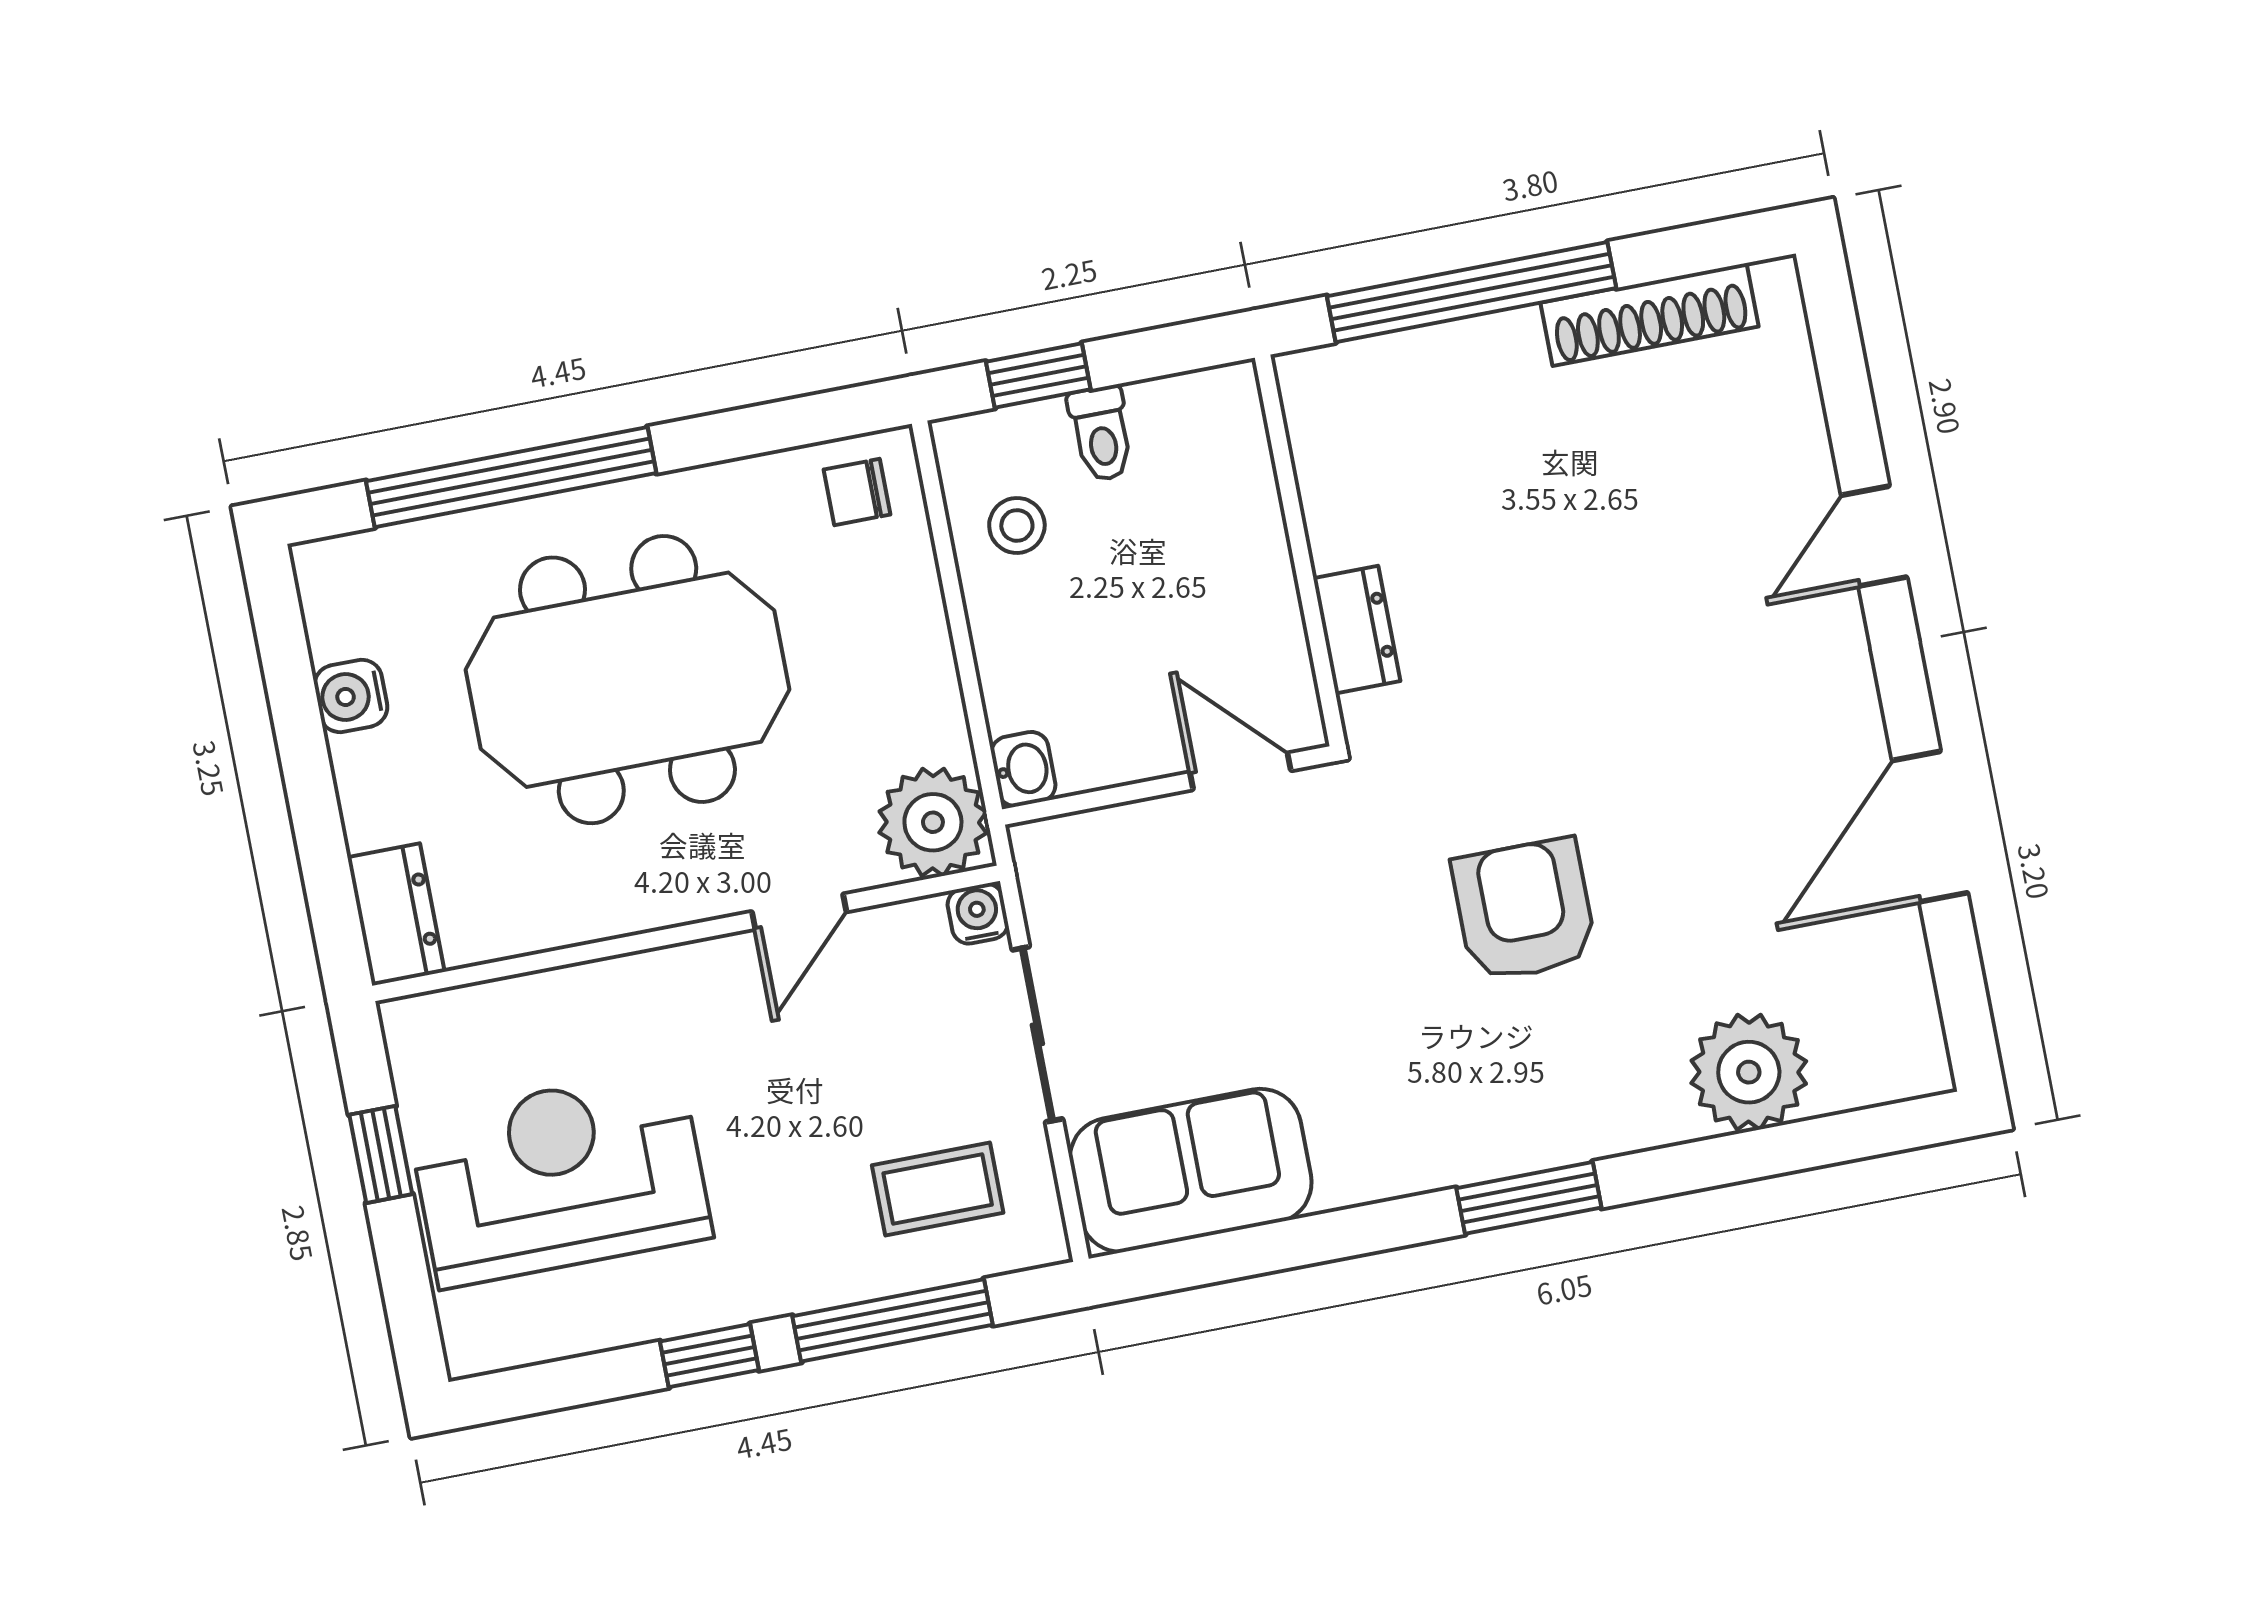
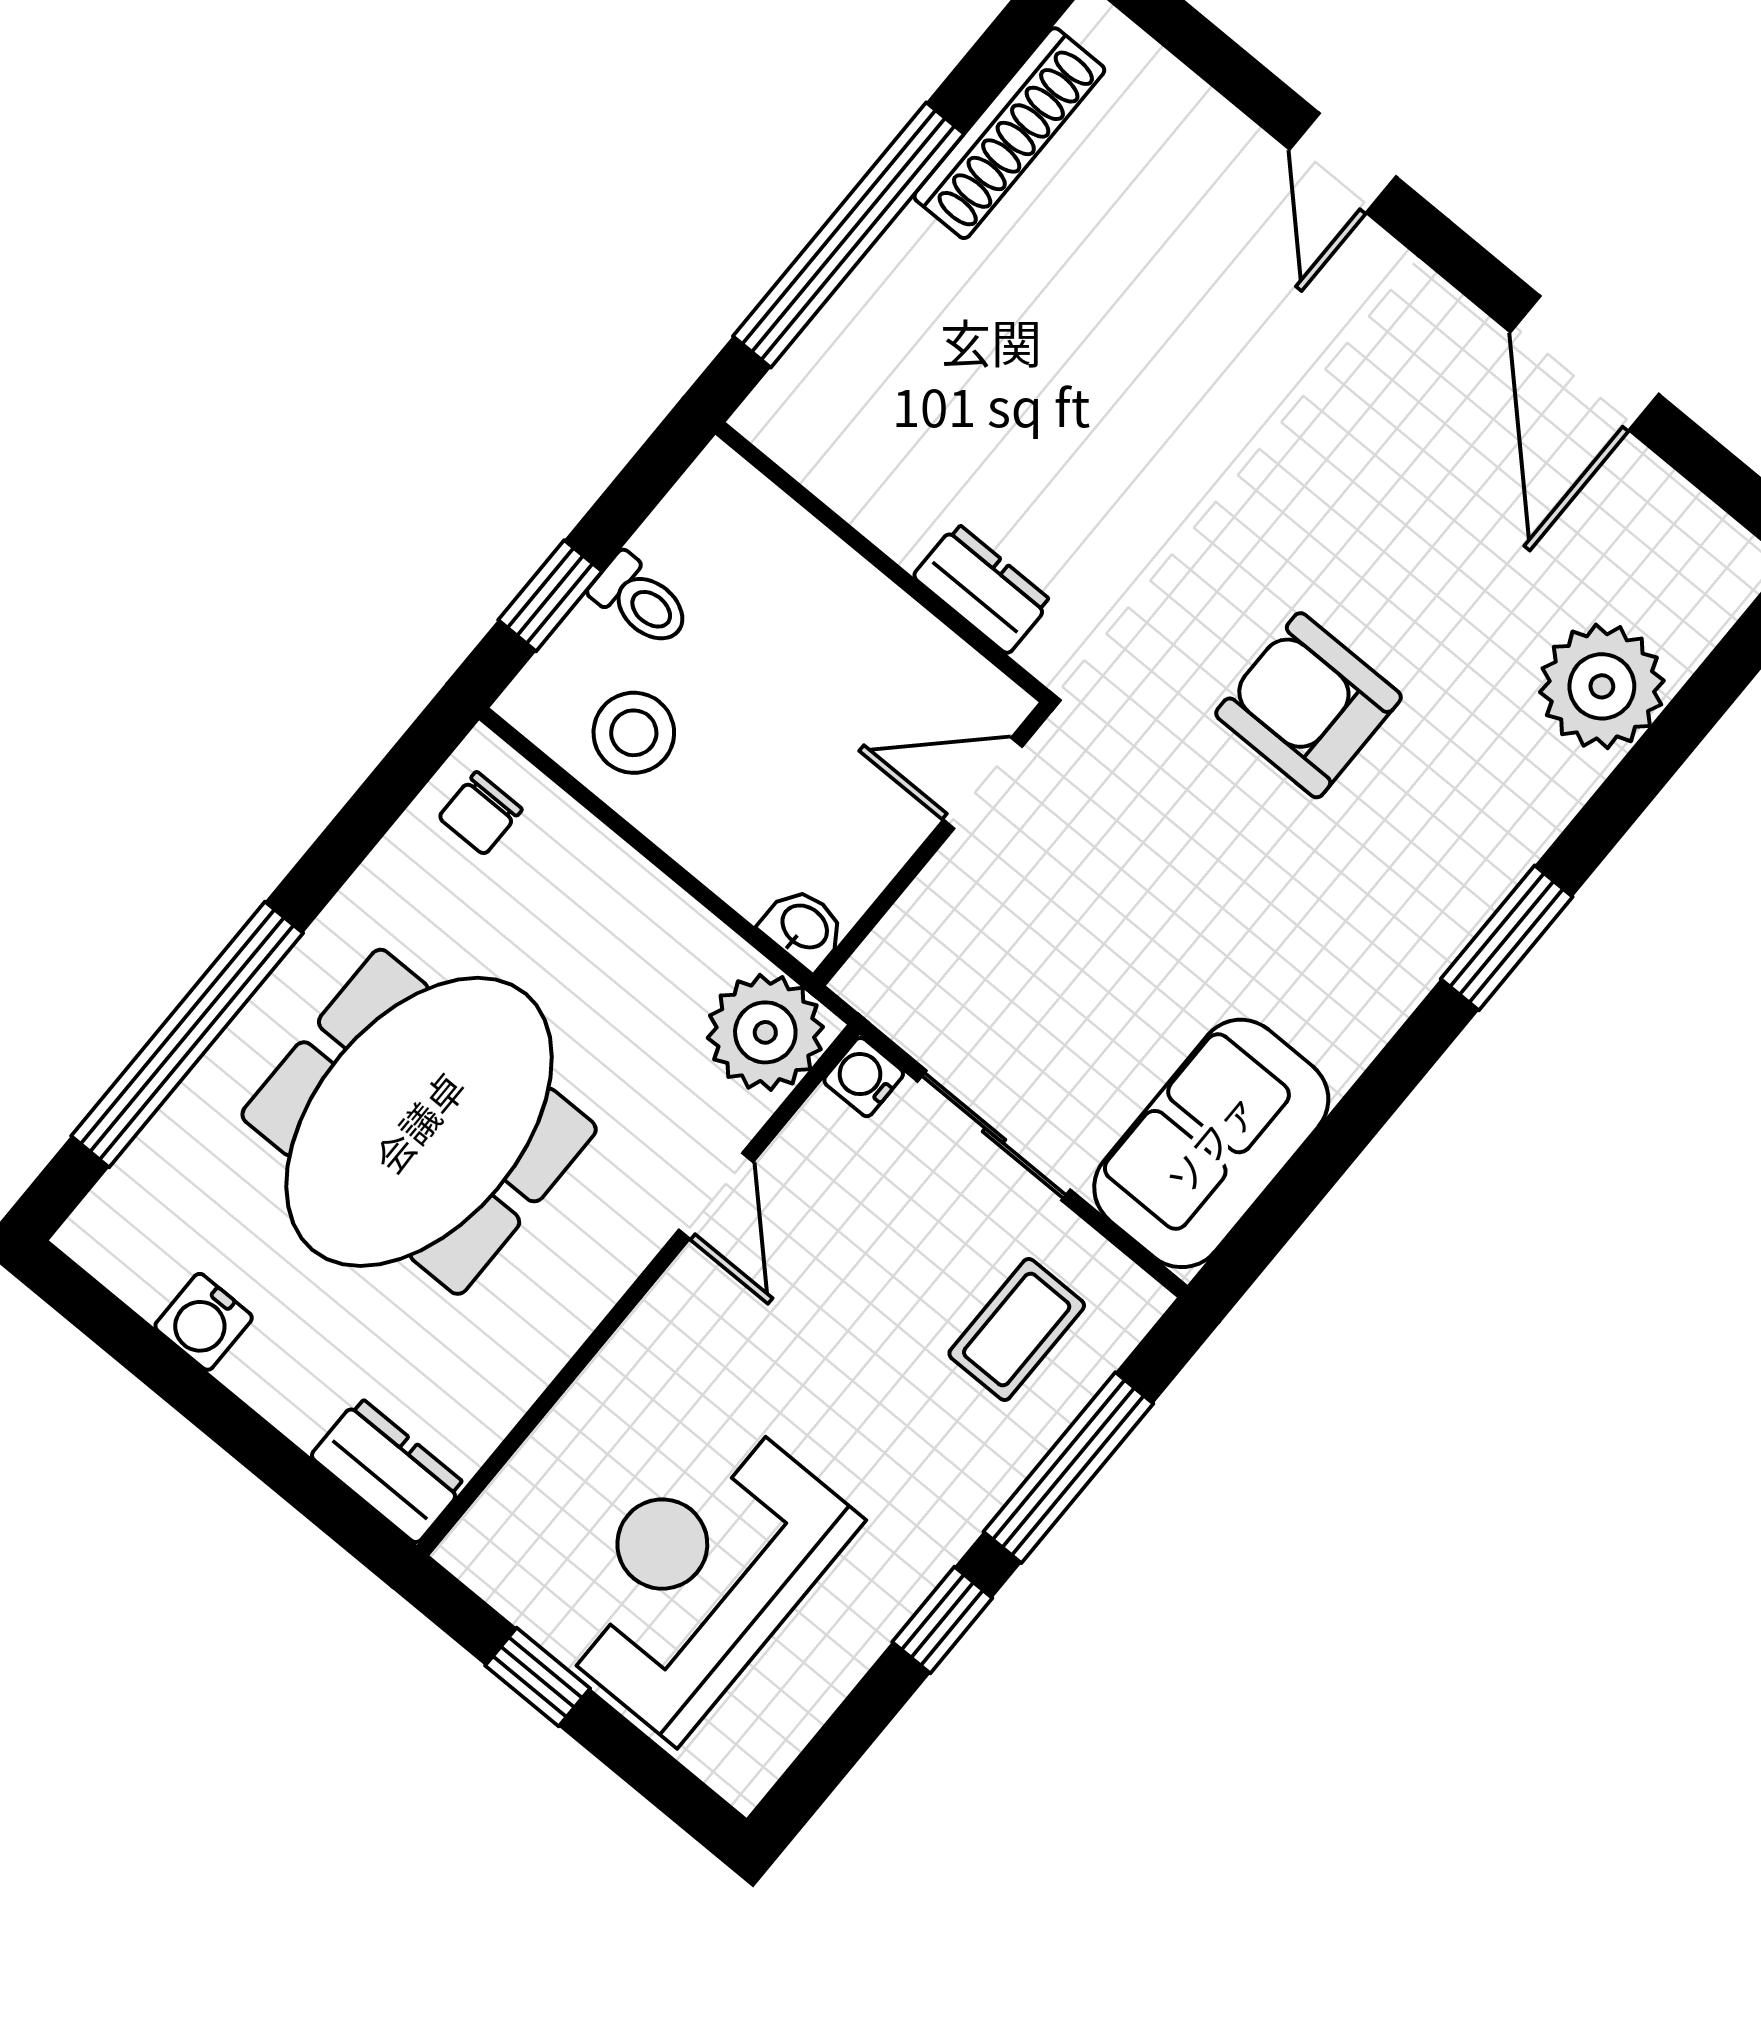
stool: (1017, 525) -> (634, 733), width x1.37, depth x1.37

